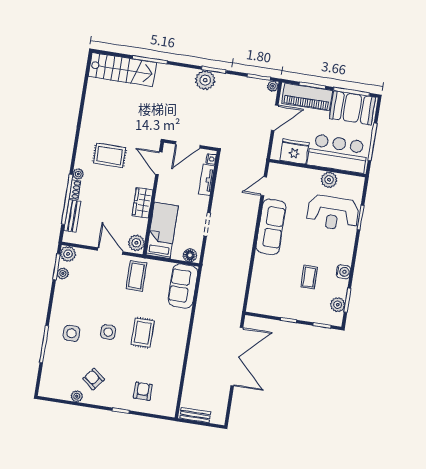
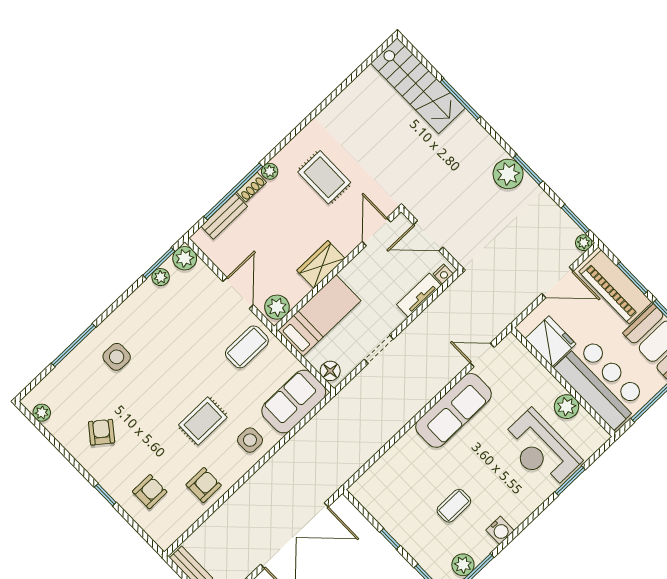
side table: (108, 332) -> (250, 440), moved
armchair: (169, 366) -> (204, 485), added
plant: (77, 396) -> (42, 413), moved

